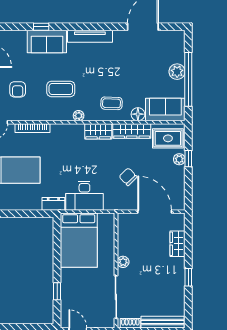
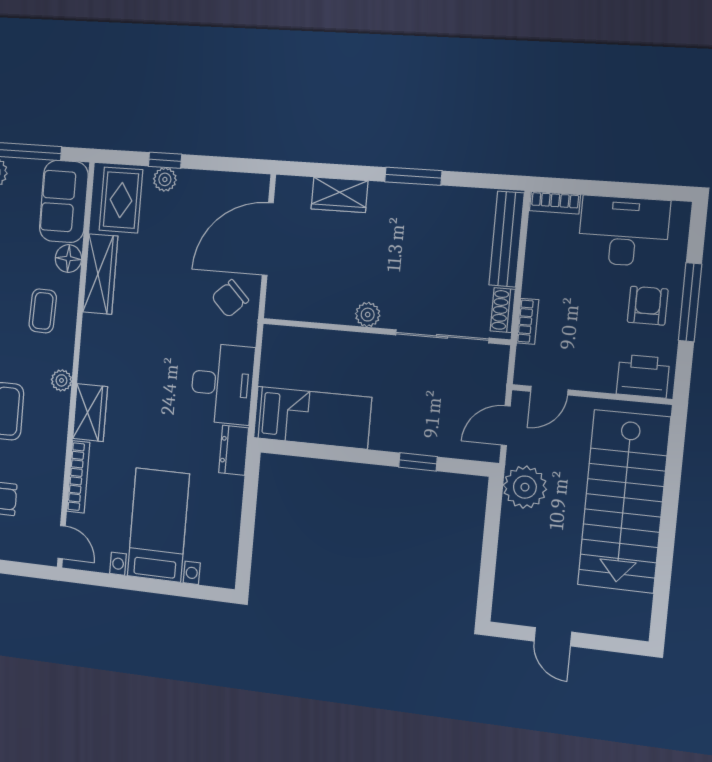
wardrobe: (98, 131) -> (90, 413), moved
chair: (128, 177) -> (230, 299), moved
bed: (79, 240) -> (312, 418), width x0.67
window: (188, 277) -> (413, 176), width x1.50

